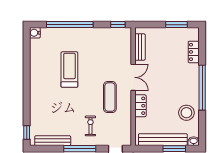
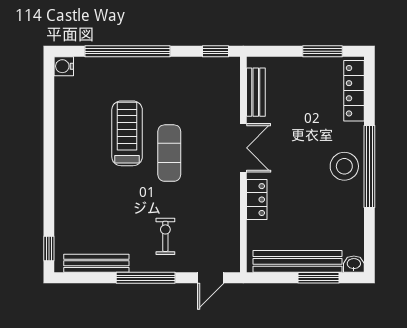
locker: (194, 52) -> (354, 91), width x1.53
exercise mat: (110, 97) -> (169, 153), moved
stool: (186, 113) -> (344, 166), moved

